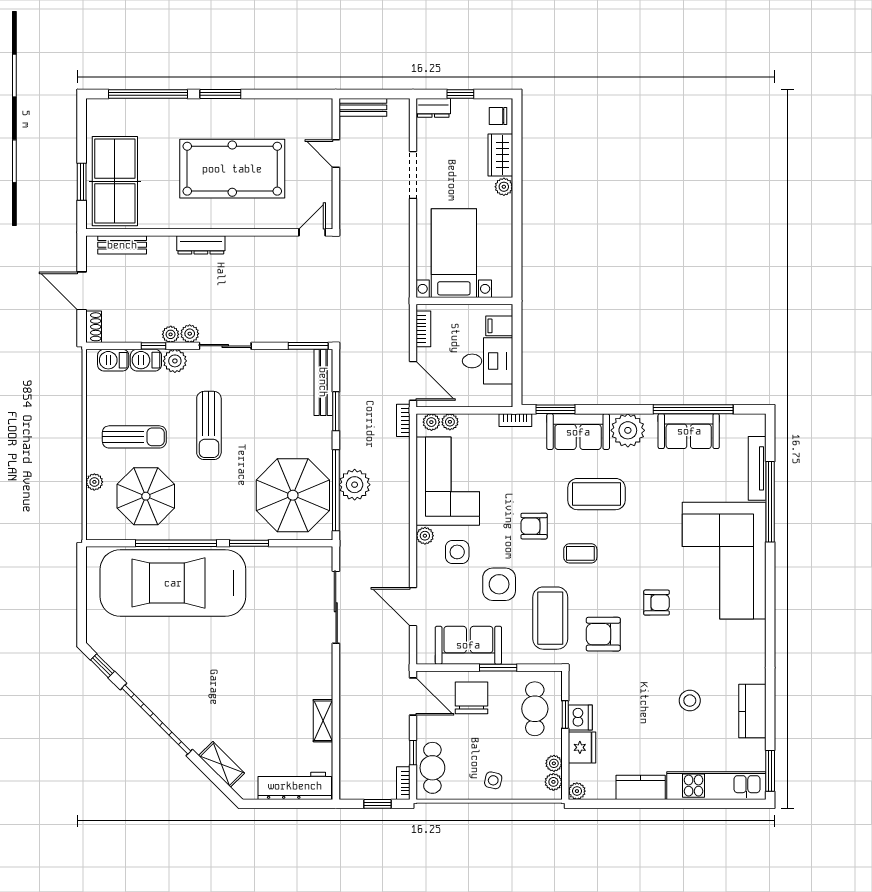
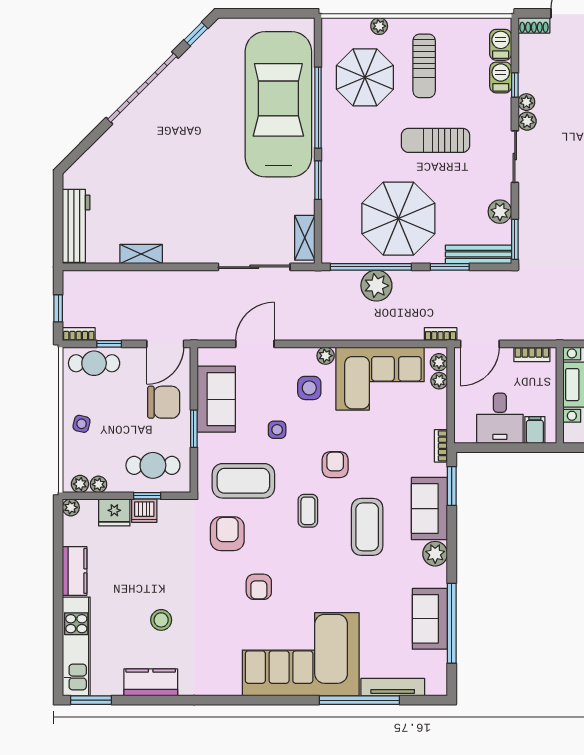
plant: (175, 361) -> (500, 212), moved
plant: (628, 430) -> (435, 554), width x0.73, depth x0.73
parasol: (293, 495) -> (398, 219), moved
side table: (499, 584) -> (277, 430), width x0.54, depth x0.54
shelving: (222, 764) -> (305, 238), moved, turned -45

